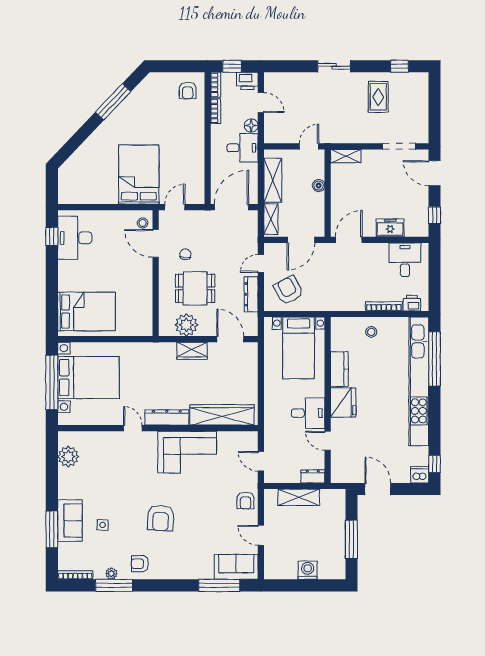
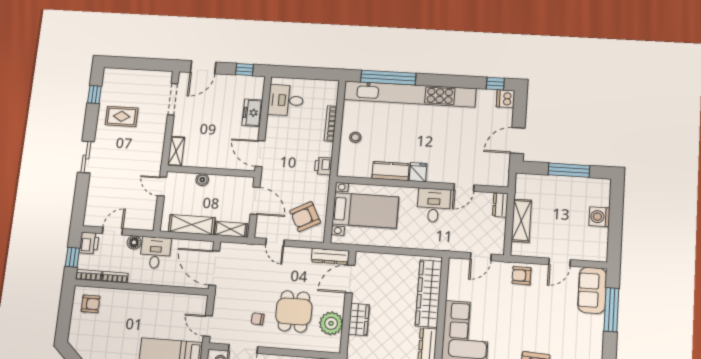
dresser: (251, 294) -> (330, 256), moved
printer: (412, 303) -> (323, 166), moved
fridge: (343, 402) -> (418, 172), width x0.53, depth x0.75
armchair: (246, 501) -> (521, 276), turned 180

